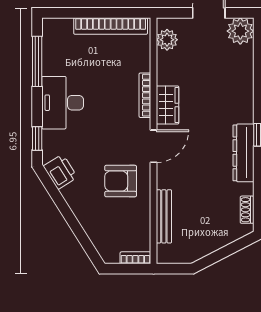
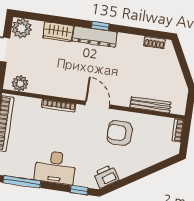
wardrobe: (168, 105) -> (58, 32), moved, turned 180
dresser: (243, 153) -> (95, 37), moved
armchair: (121, 181) -> (120, 133), turned 90

